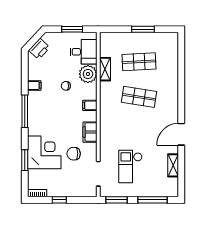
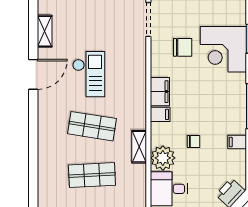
shelving: (105, 69) -> (139, 147), moved
filing cabinet: (90, 132) -> (160, 92), moved
checkout: (130, 166) -> (89, 74), moved

